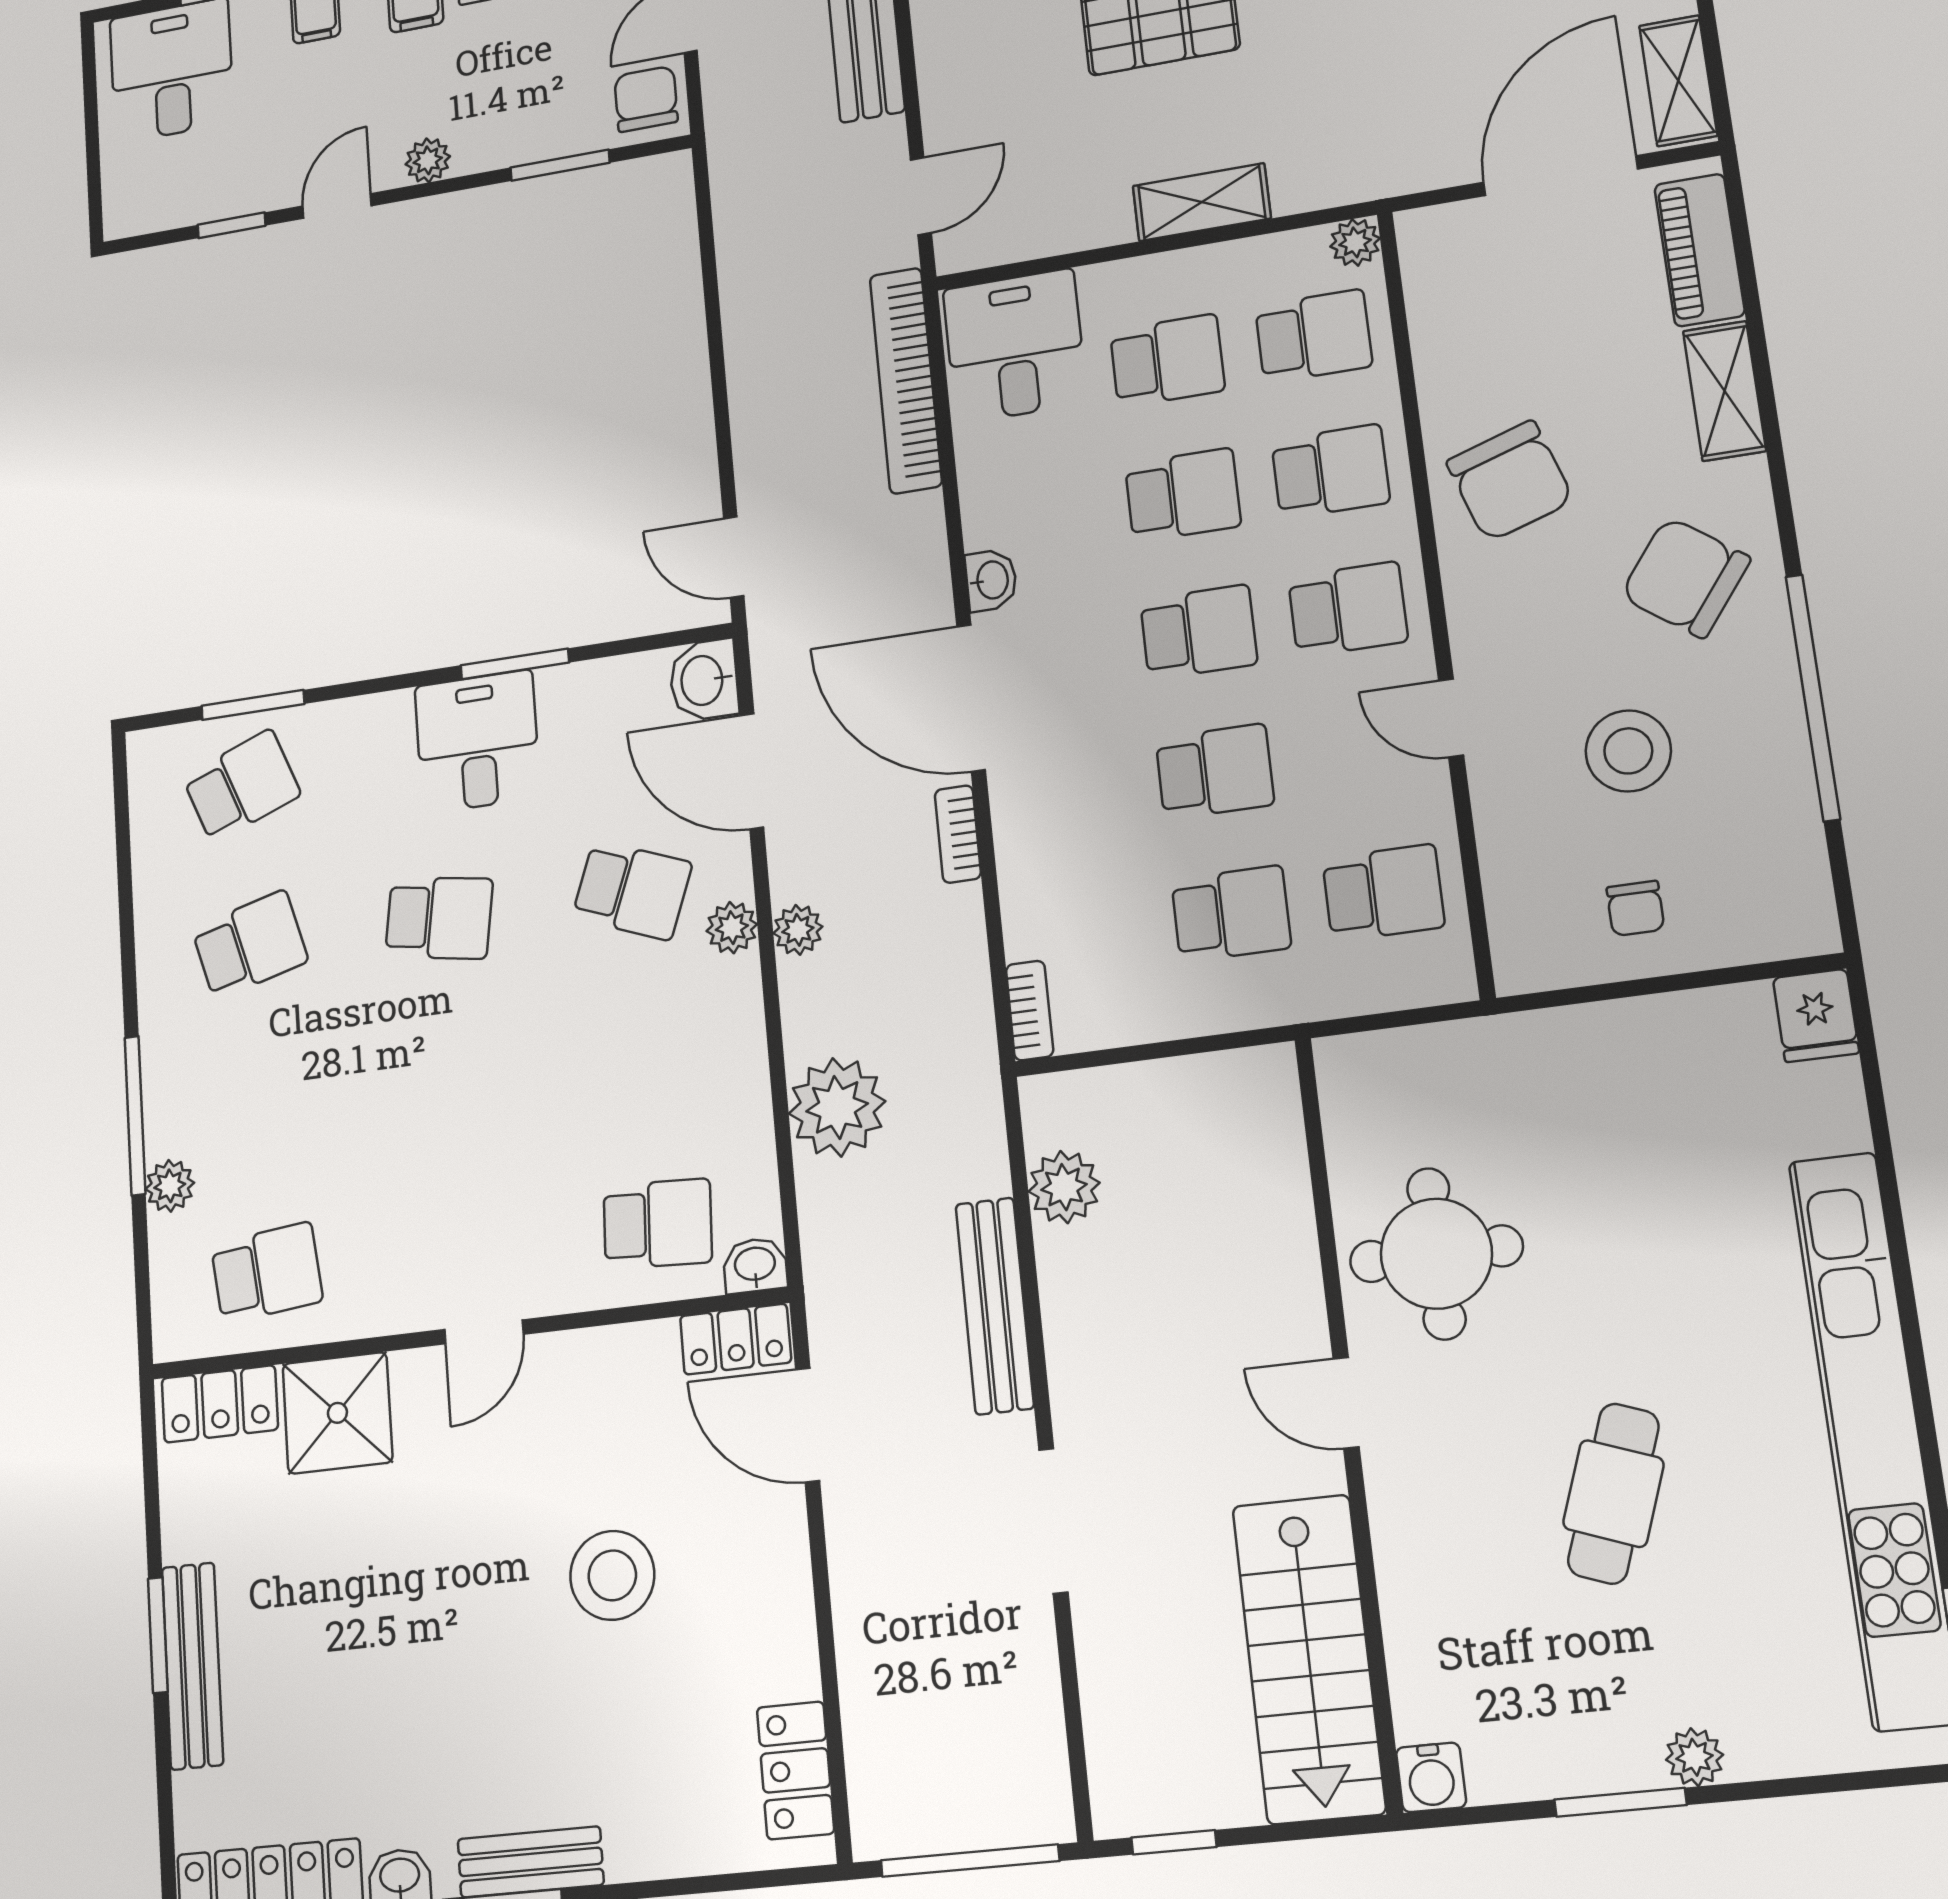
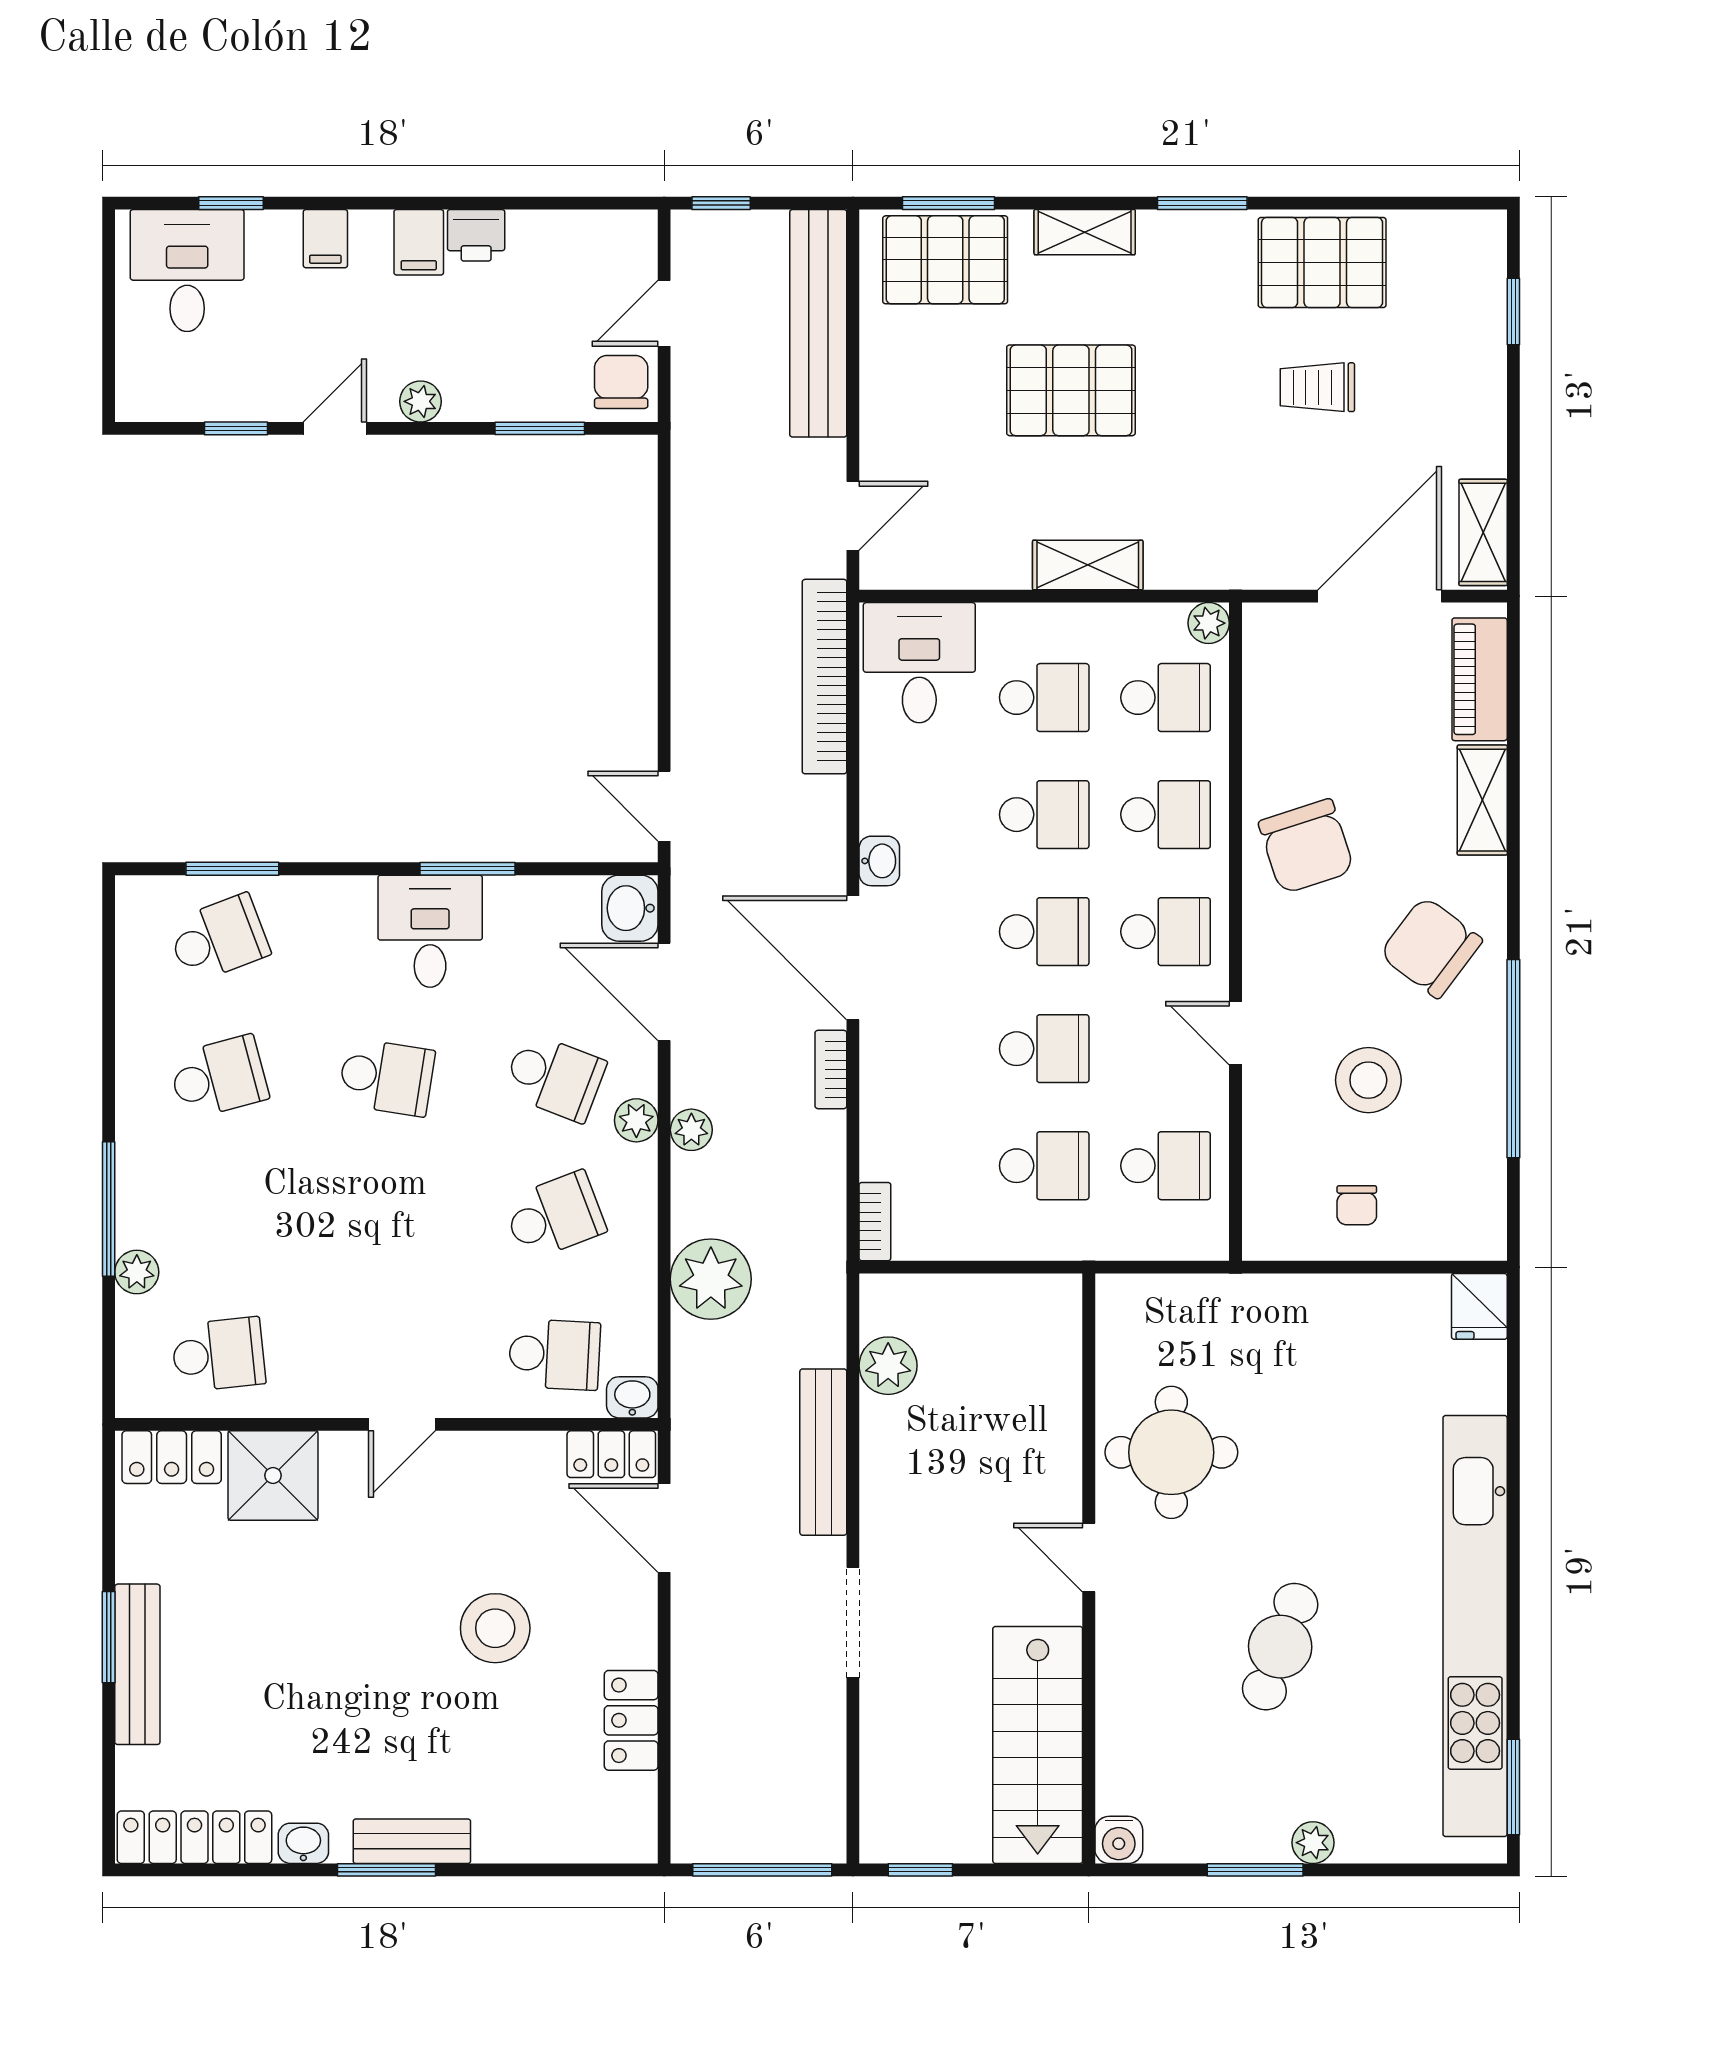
school desk: (645, 1055) -> (554, 1216), added
locker: (795, 1770) -> (631, 1720), moved

